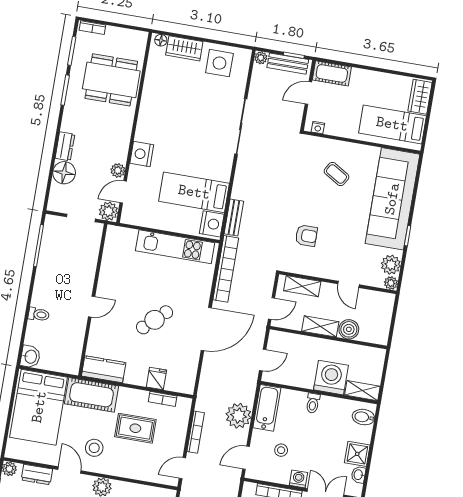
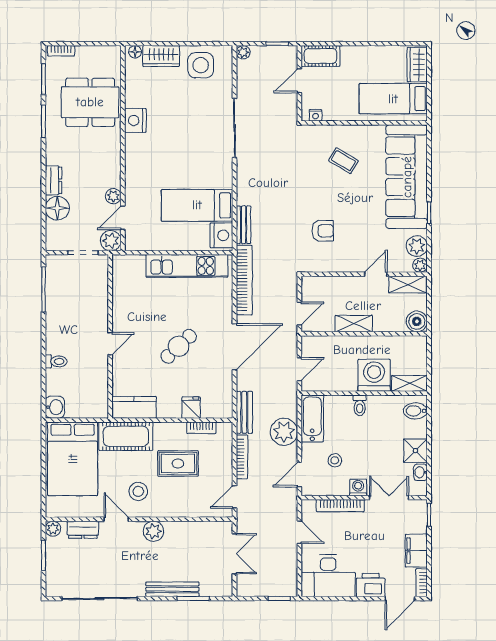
bench: (288, 64) -> (244, 412), moved, turned 90
nightstand: (142, 154) -> (135, 120), moved
door: (349, 284) -> (376, 274), swing flipped
shelving: (302, 286) -> (408, 284), moved
boiler: (349, 329) -> (417, 321), moved

